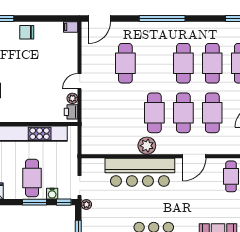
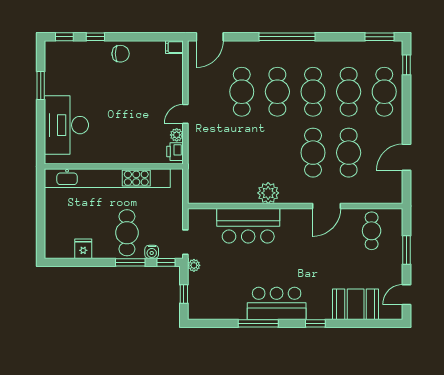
chair: (27, 32) -> (121, 54), turned 180
cafe table: (154, 113) -> (277, 92), moved
bar counter: (140, 172) -> (248, 226), width x0.73

